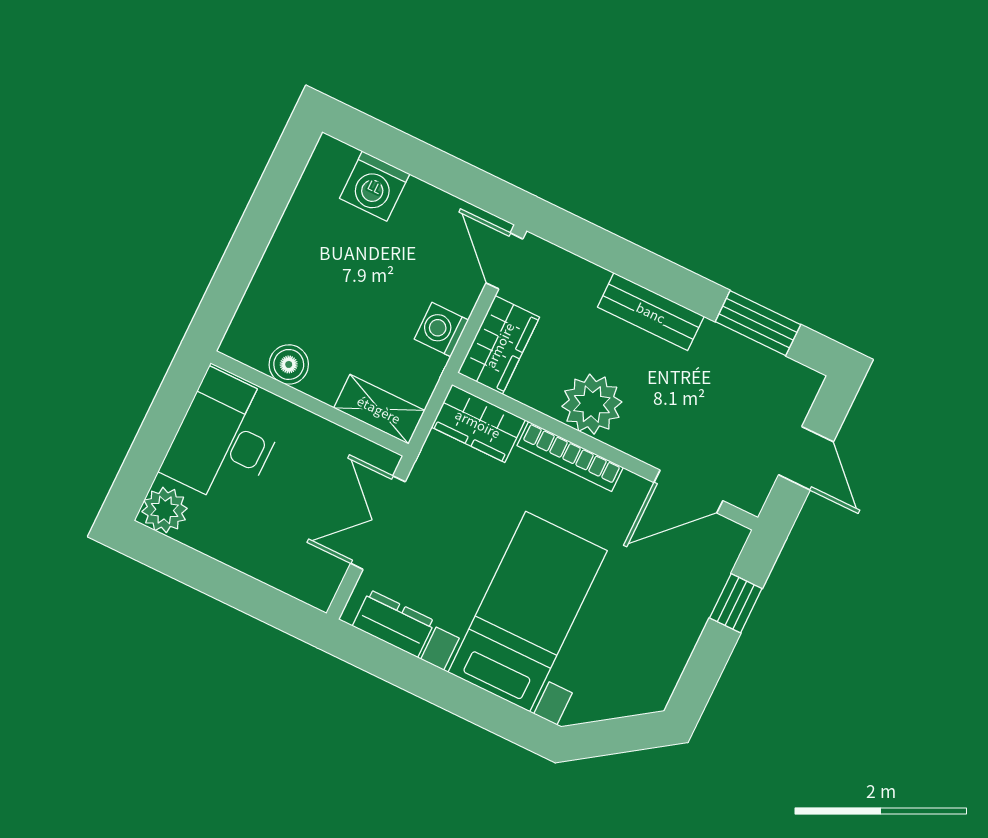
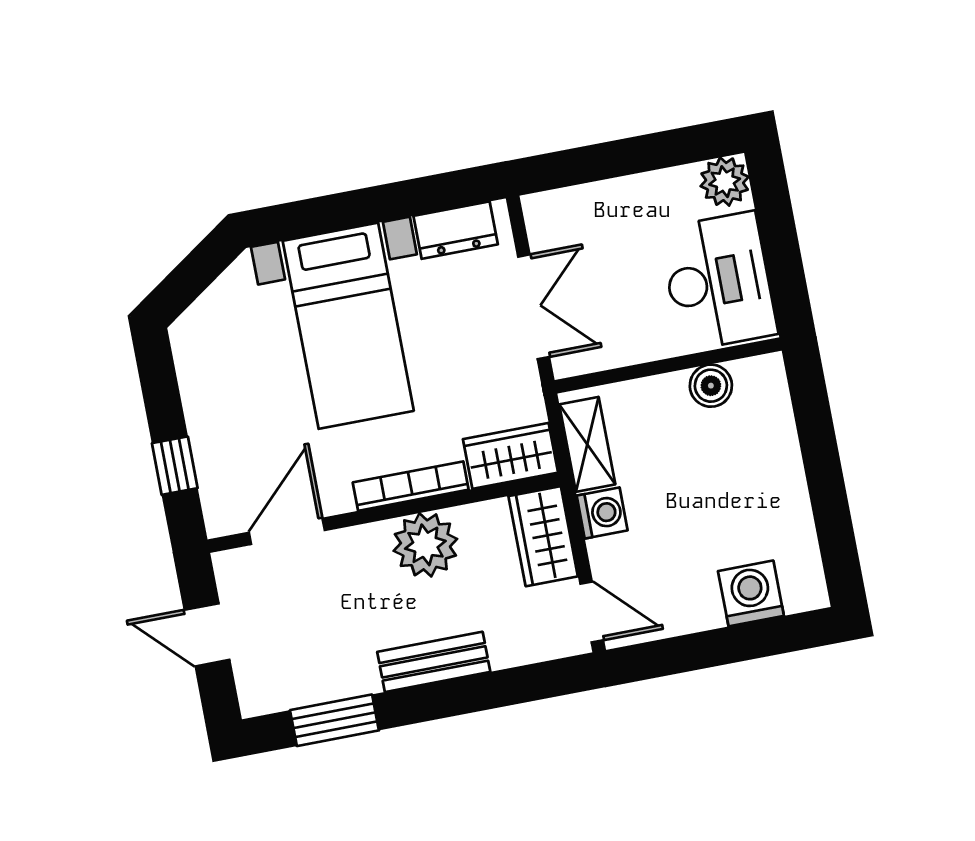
shelving: (379, 409) -> (587, 444), moved, turned 90

